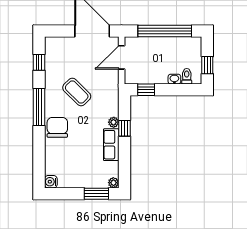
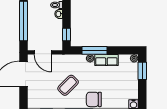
window: (124, 128) -> (94, 50), width x2.17

